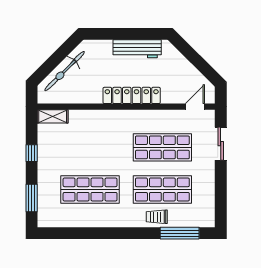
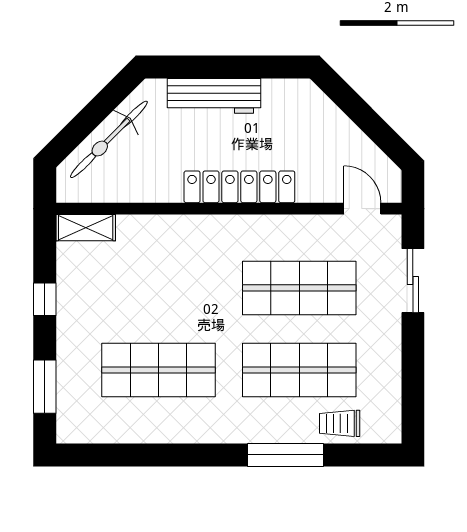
workbench: (137, 49) -> (214, 96), moved
door: (195, 107) -> (362, 209), hinge flipped
trolley: (157, 217) -> (340, 423), moved
window: (180, 233) -> (285, 455), moved

